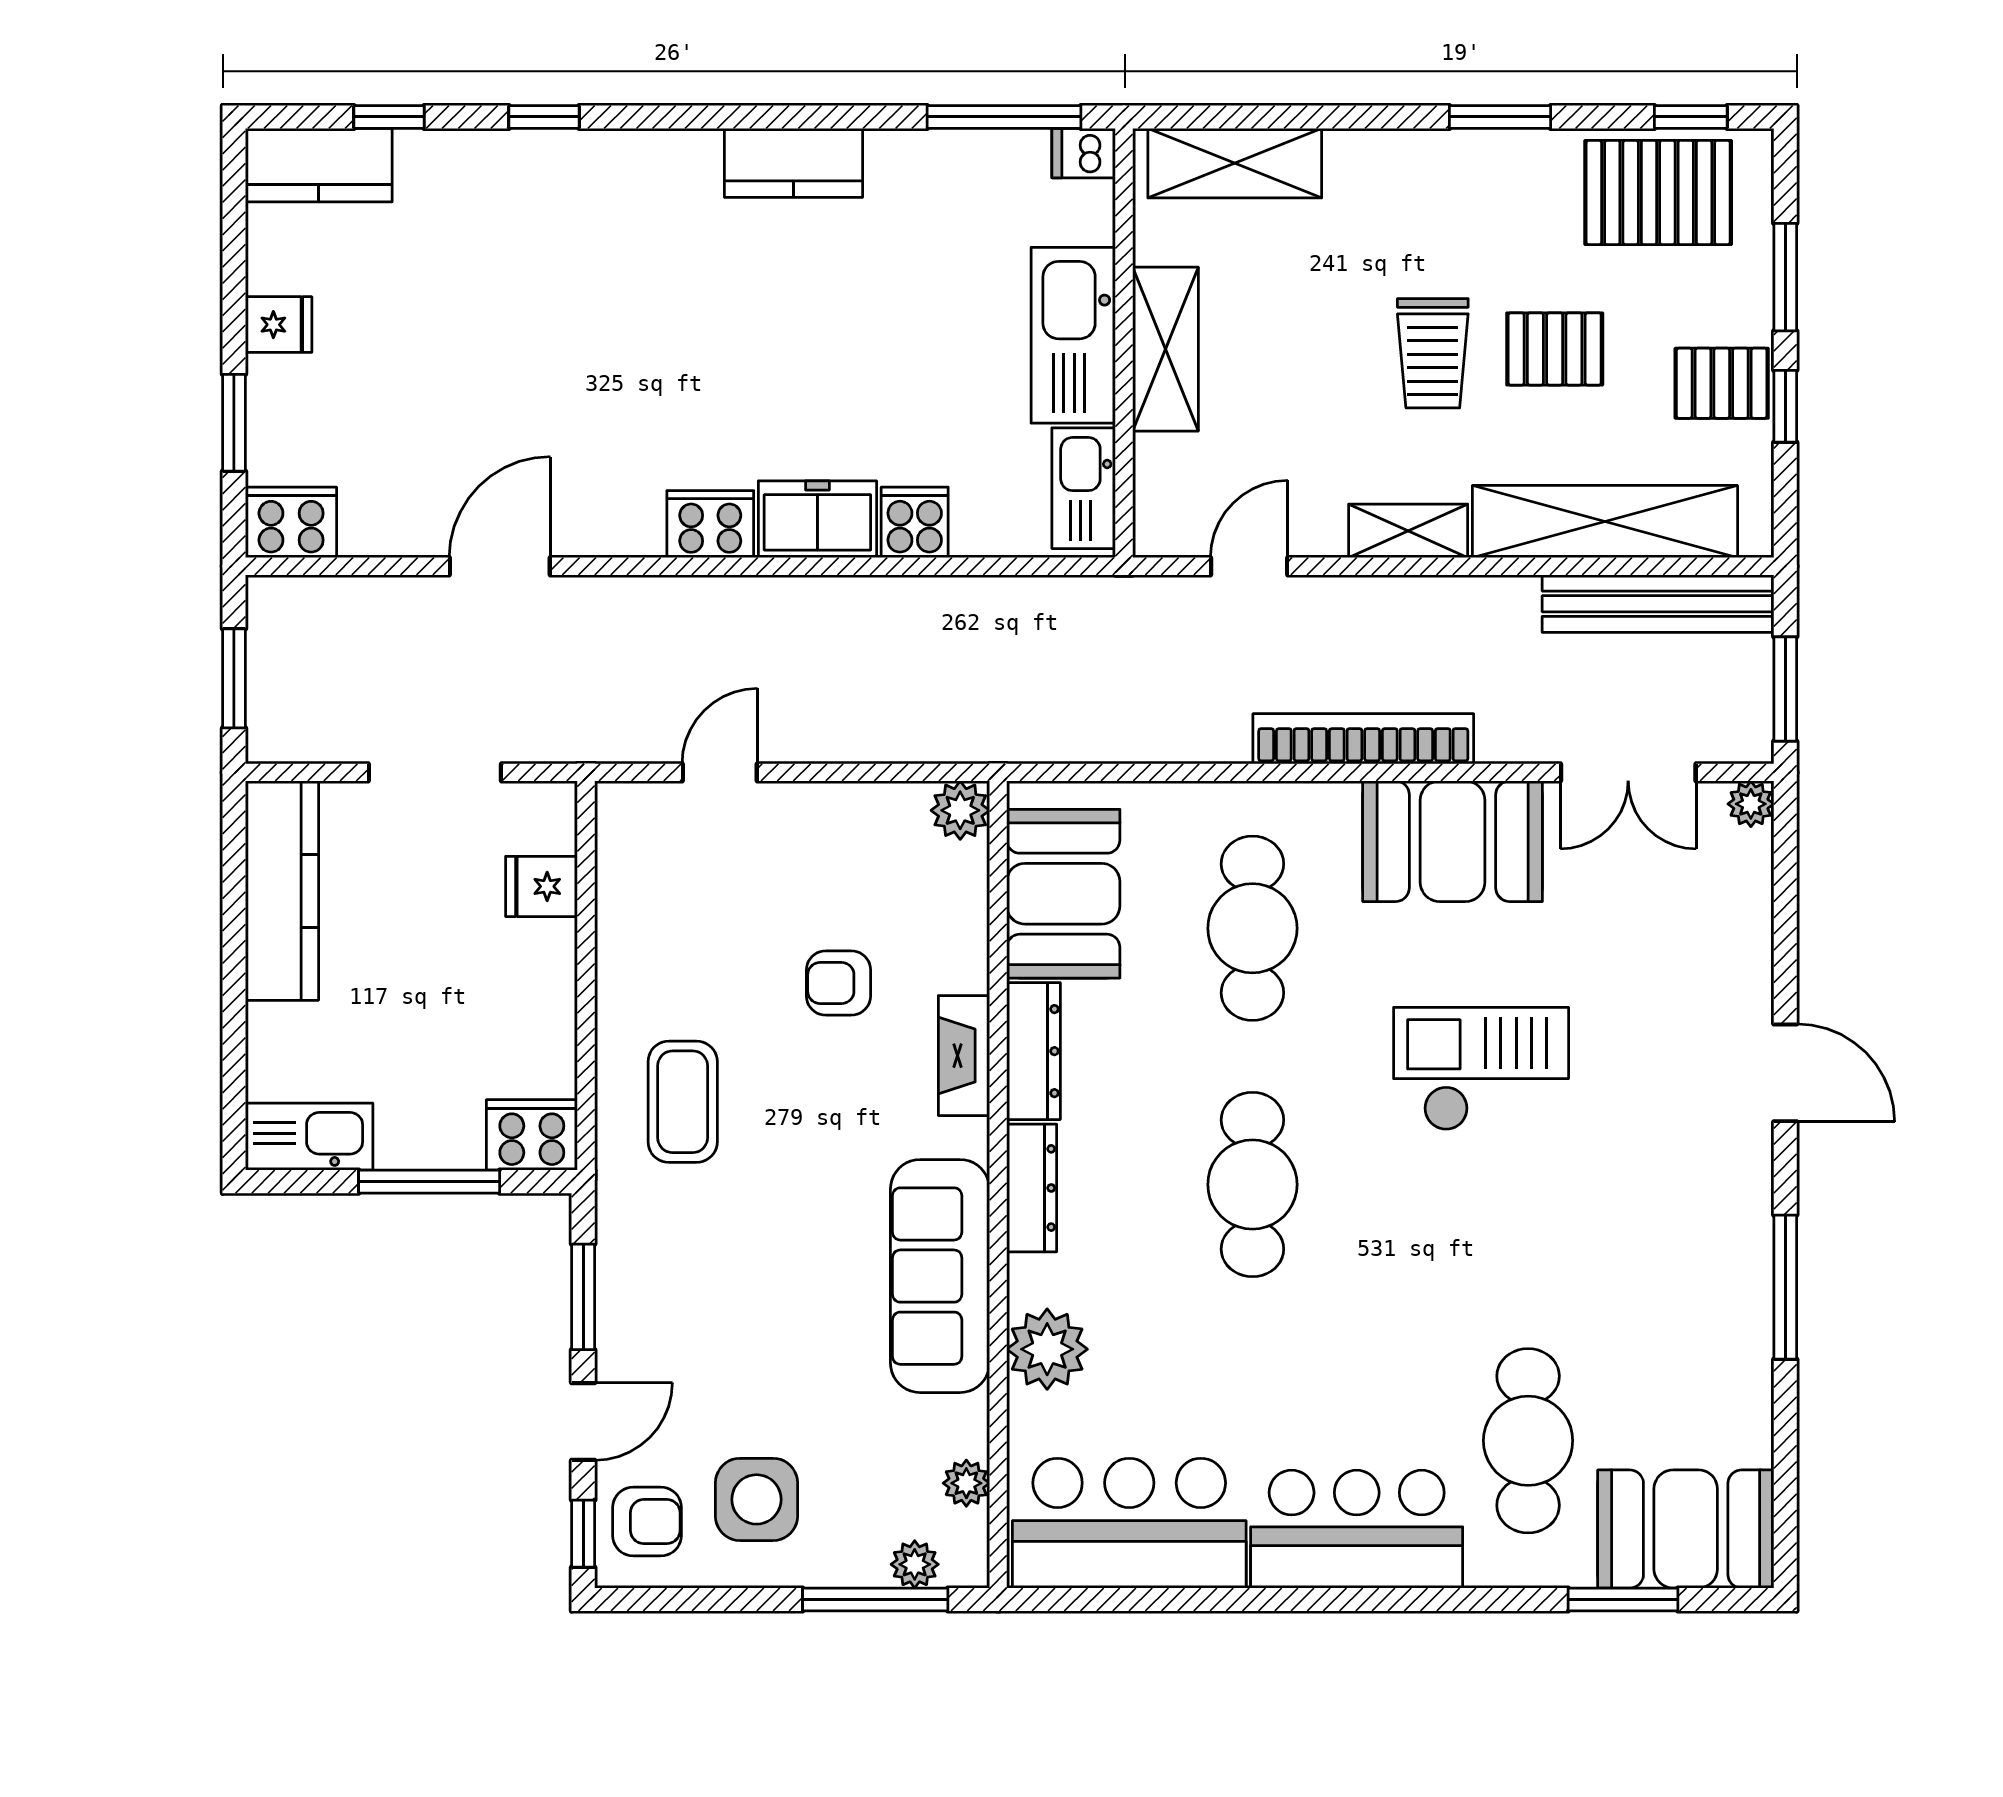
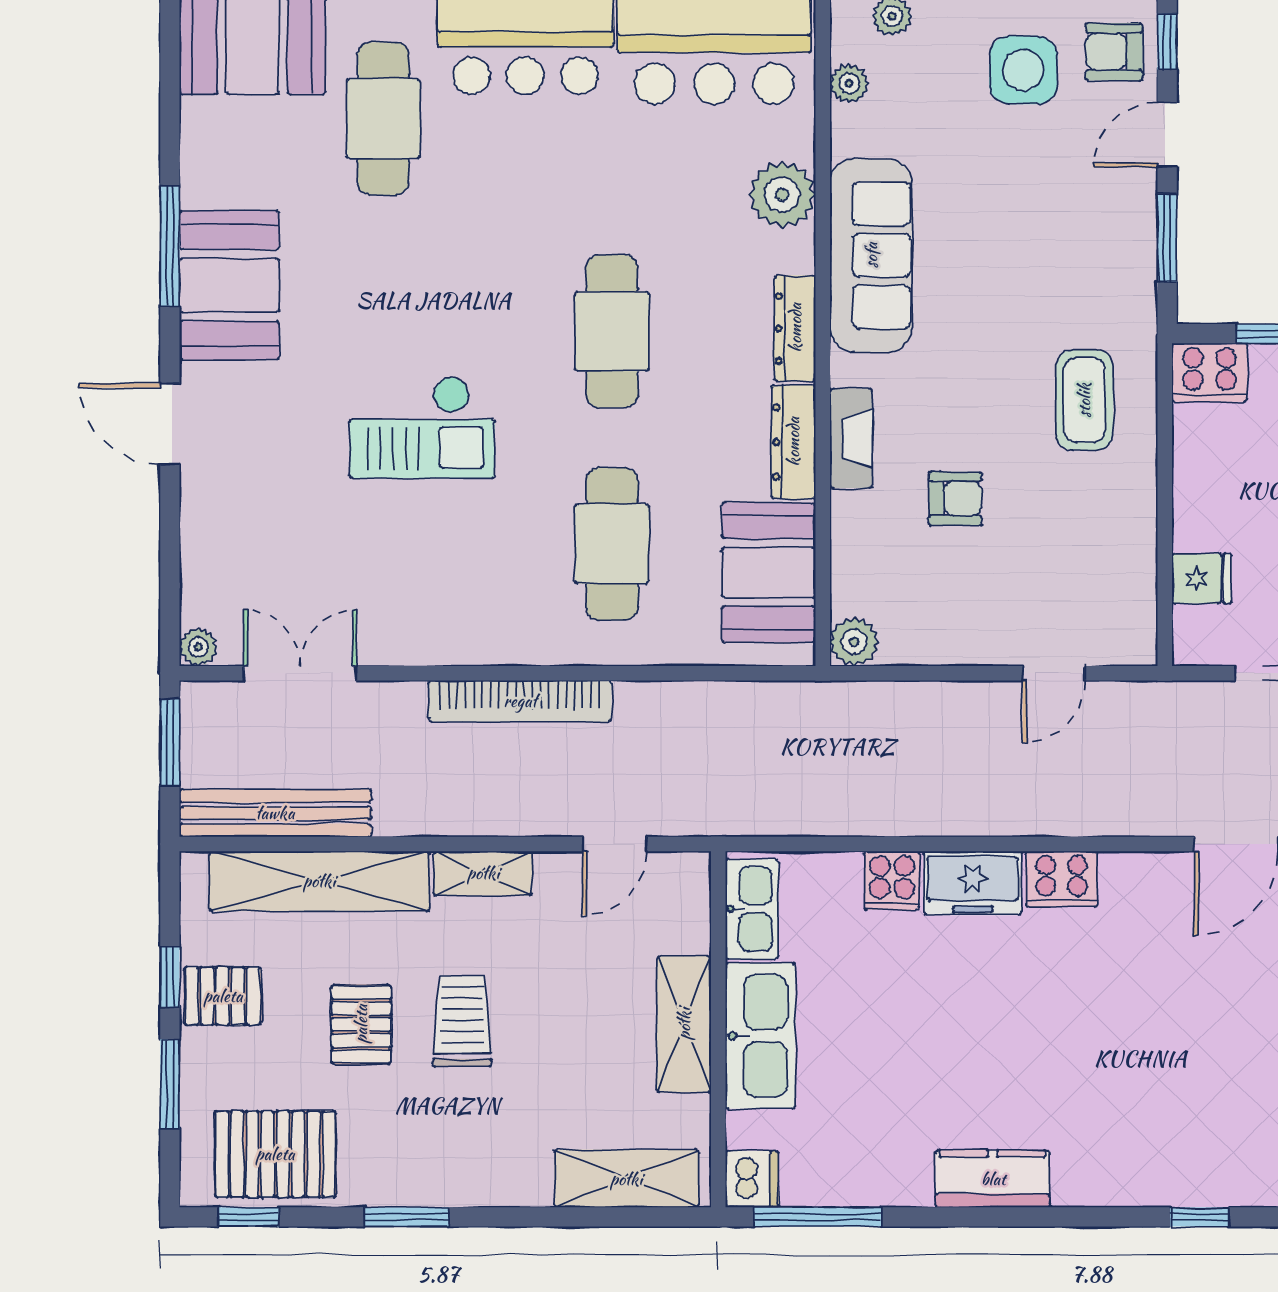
dishwasher: (1084, 153) -> (752, 1179), width x1.38
pallet: (1555, 349) -> (361, 1024), turned 90
booth: (1453, 841) -> (229, 285), moved, turned 90

